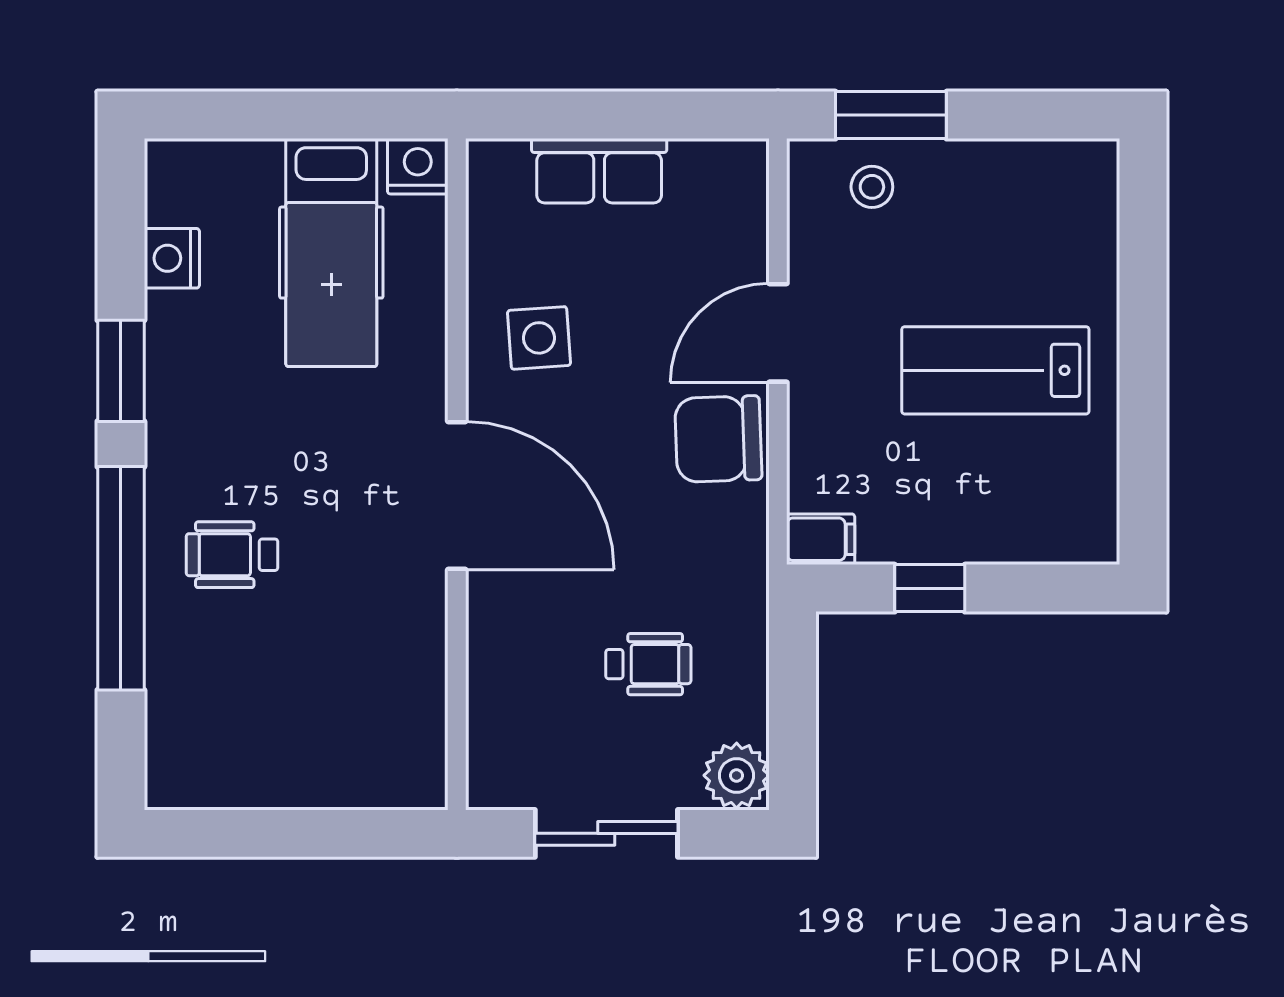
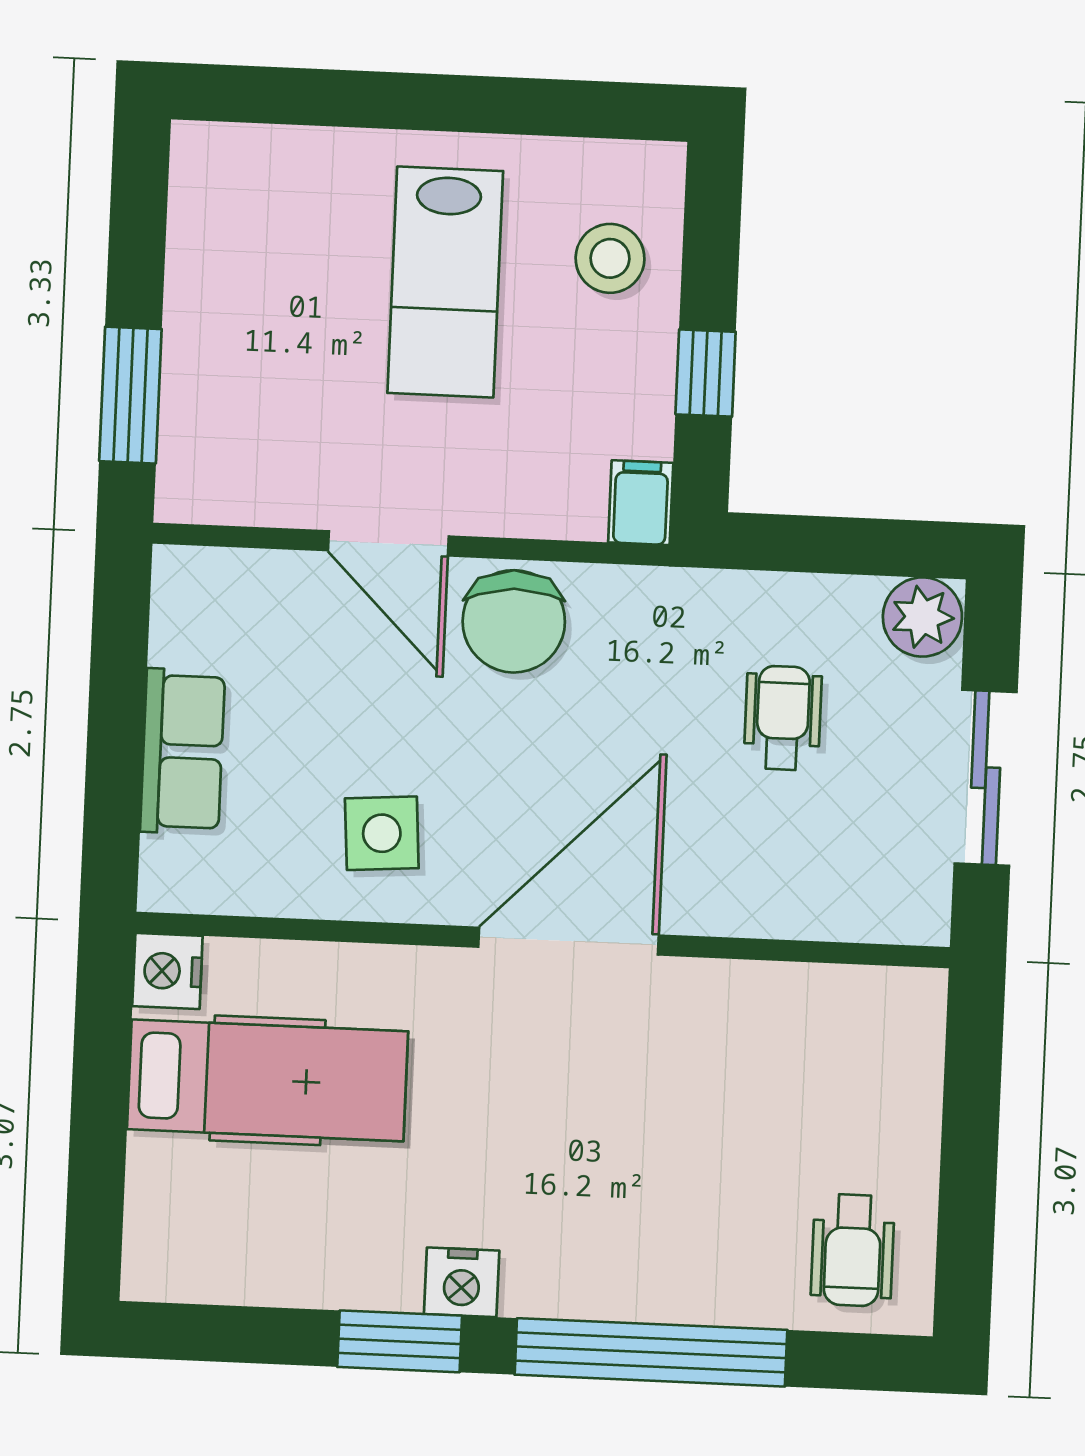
stool: (872, 187) -> (610, 258), moved, width x1.37, depth x1.37
nightstand: (172, 258) -> (462, 1282), moved
wheelchair: (232, 555) -> (853, 1250), moved

